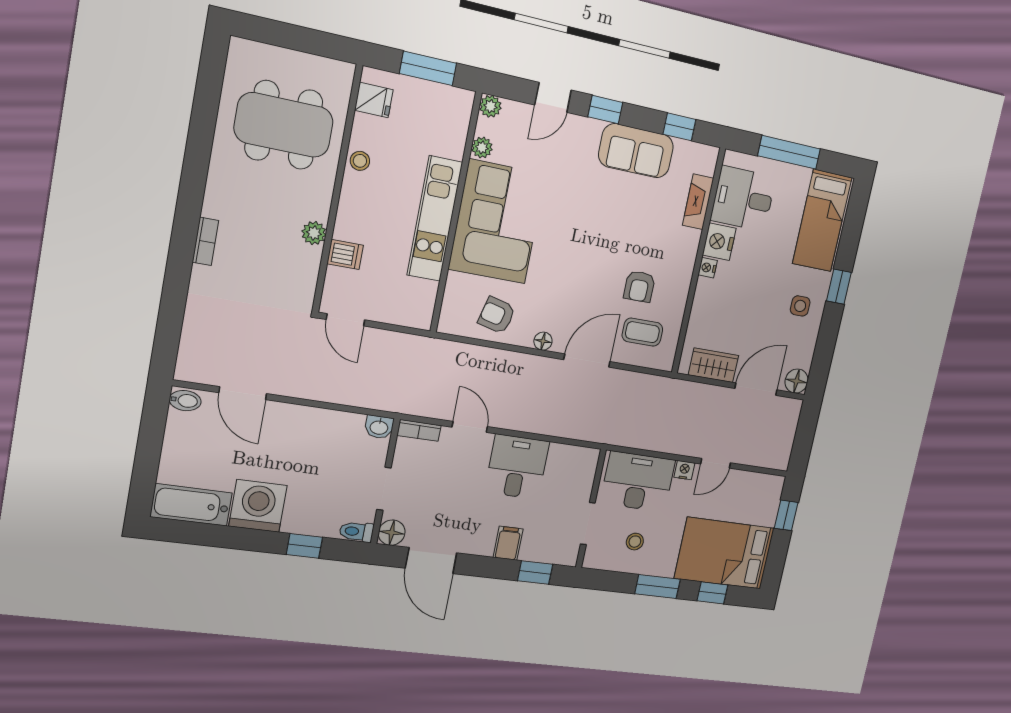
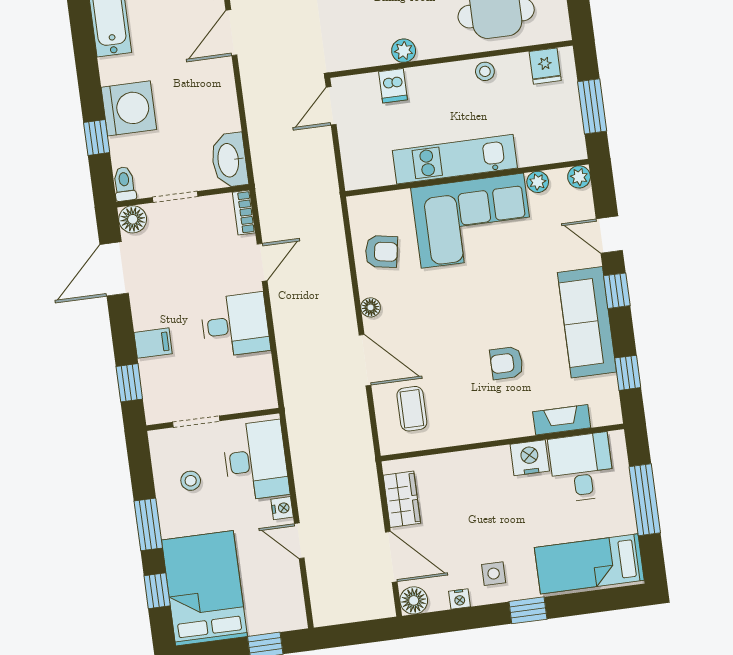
sofa: (636, 151) -> (587, 322), width x1.36
nightstand: (708, 268) -> (460, 599), moved, turned 180
armchair: (639, 286) -> (507, 363), moved
armchair: (497, 315) -> (382, 252), turned 86
washbasin: (379, 427) -> (229, 160), width x1.91, depth x1.45
washing machine: (258, 506) -> (129, 108), moved

